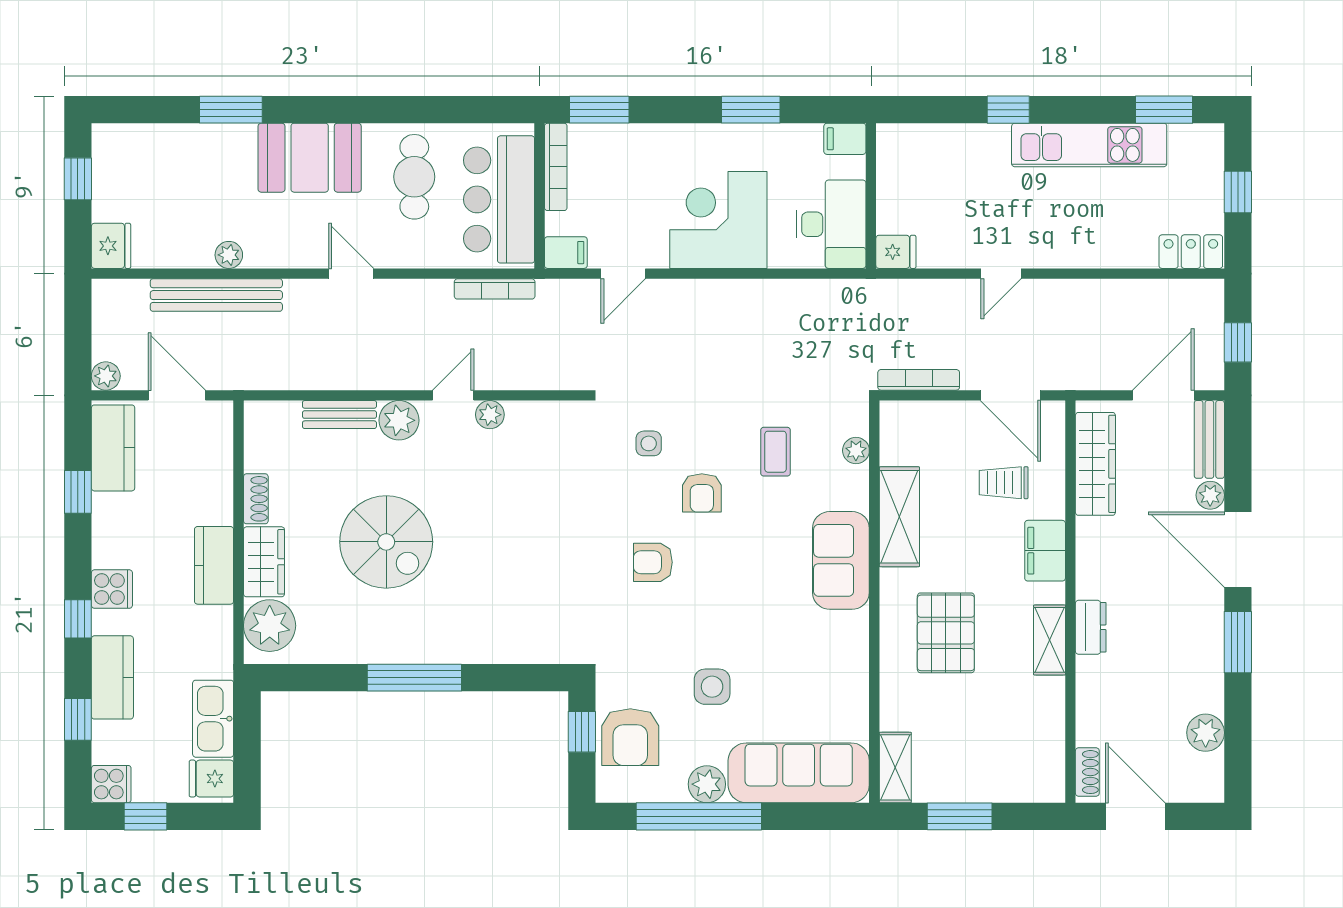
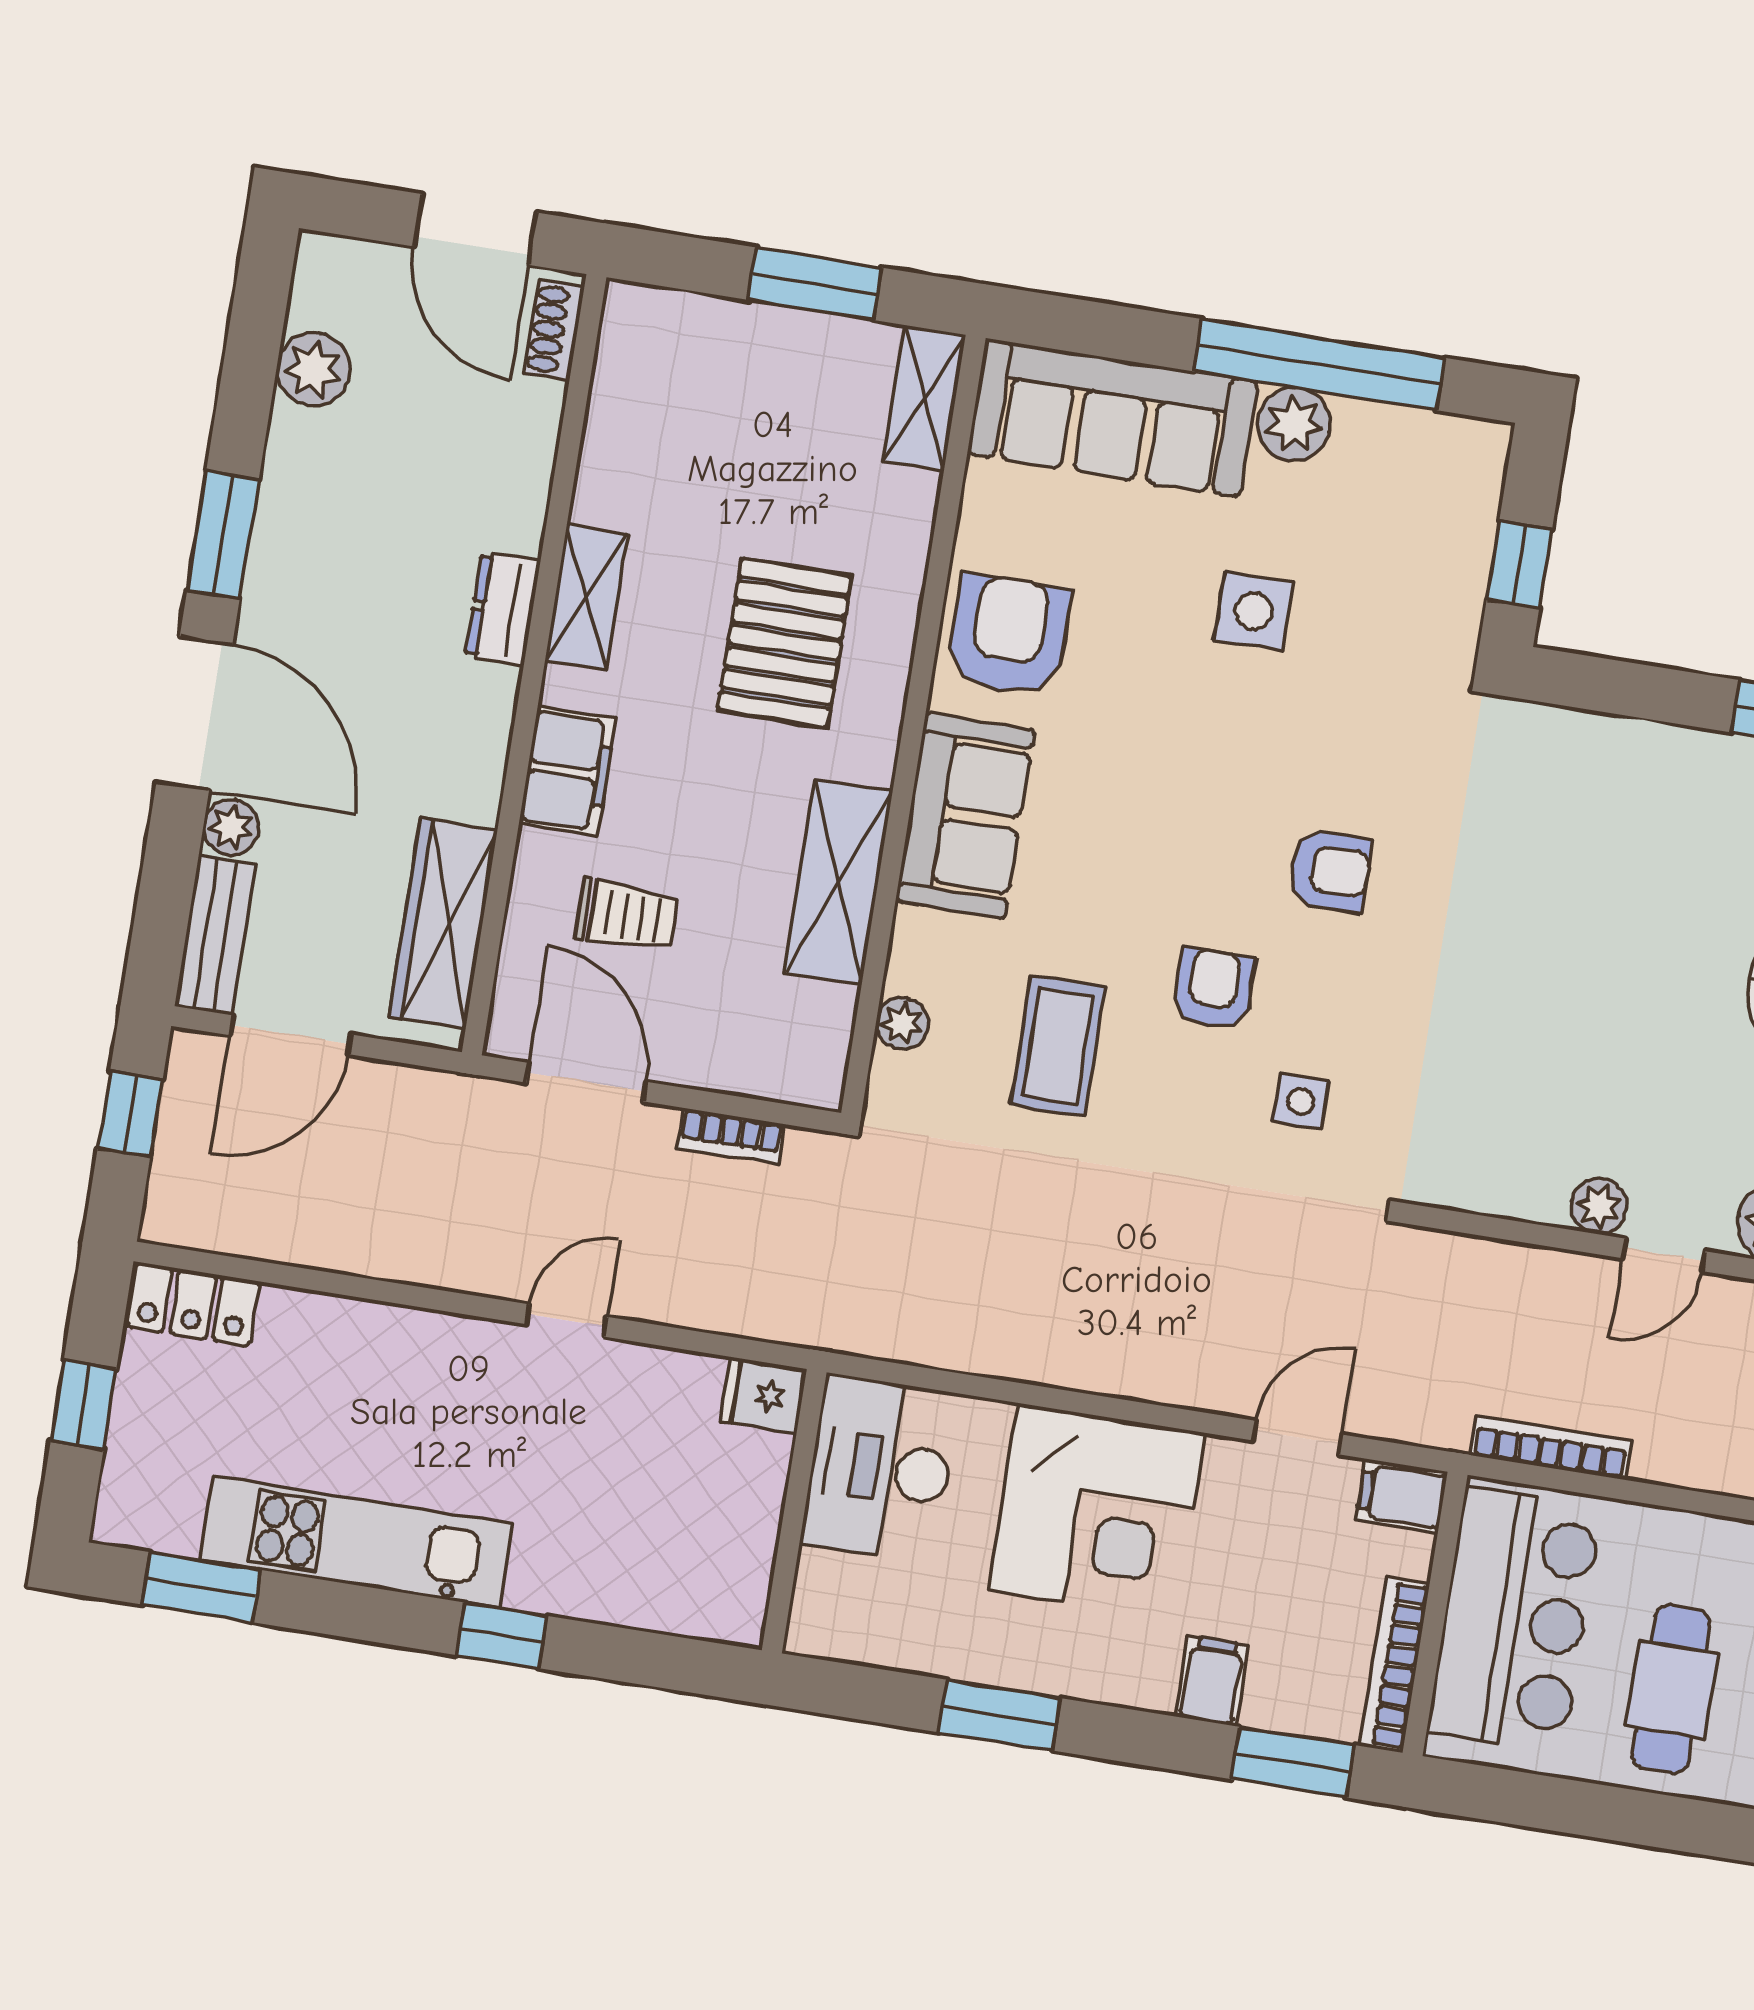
filing cabinet: (845, 139) -> (1212, 1681), moved, turned -90
bookcase: (919, 380) -> (731, 1136), width x0.64
coffee table: (776, 452) -> (1058, 1046), width x1.36, depth x1.30
armchair: (630, 737) -> (1009, 635), moved

